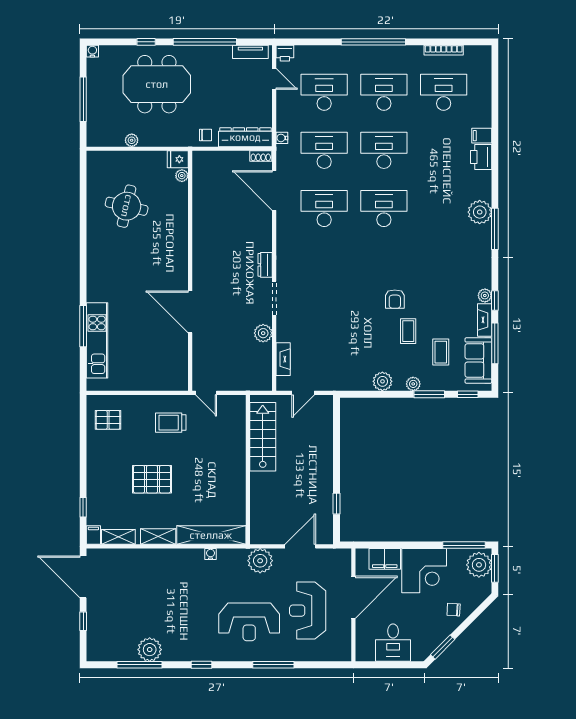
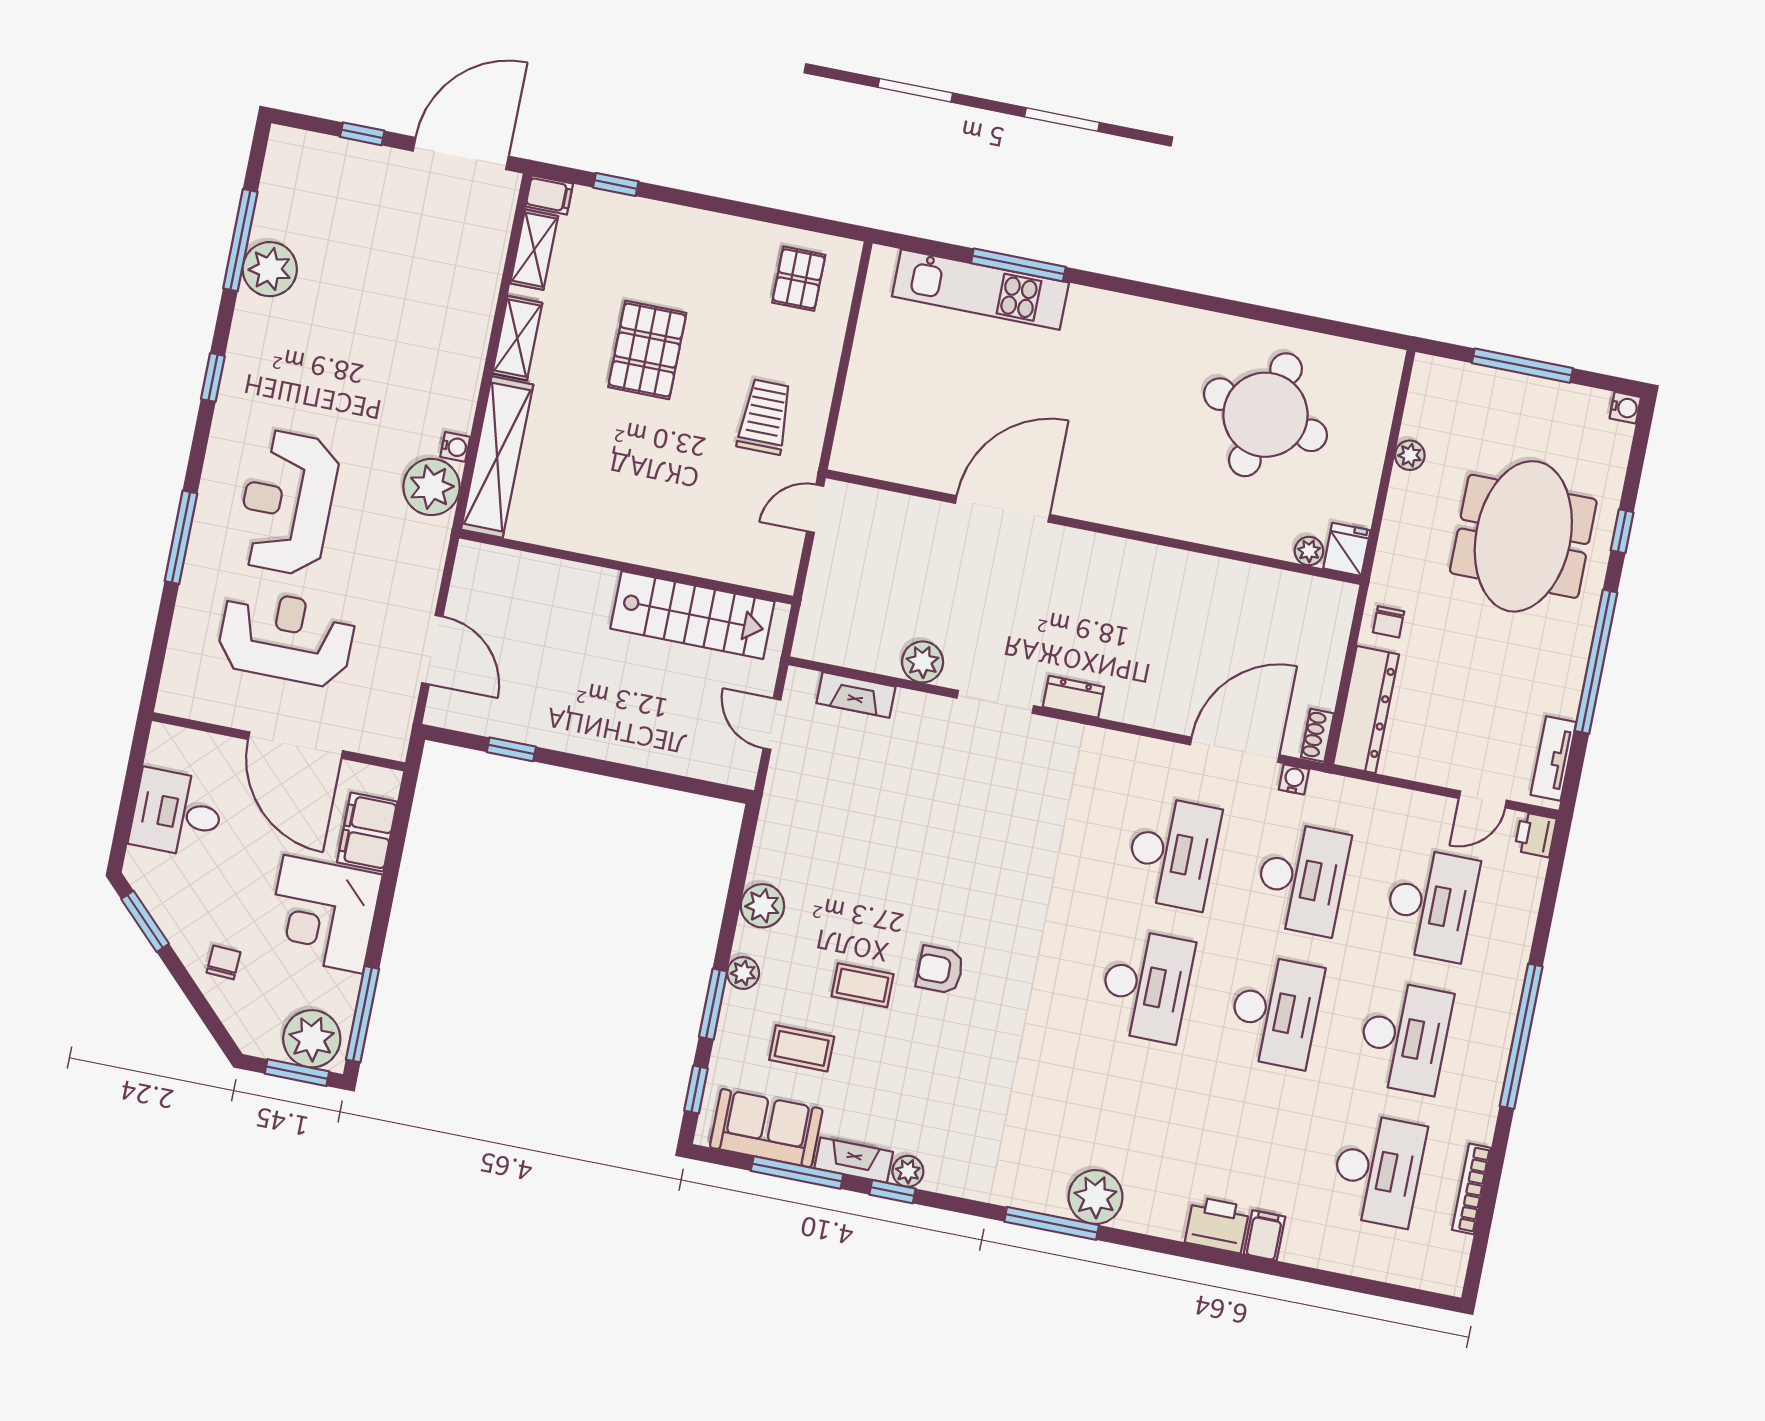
water cooler: (282, 138) -> (1294, 779), moved
round table: (127, 206) -> (1265, 415), width x1.36, depth x1.36
plant: (260, 561) -> (431, 487), moved

